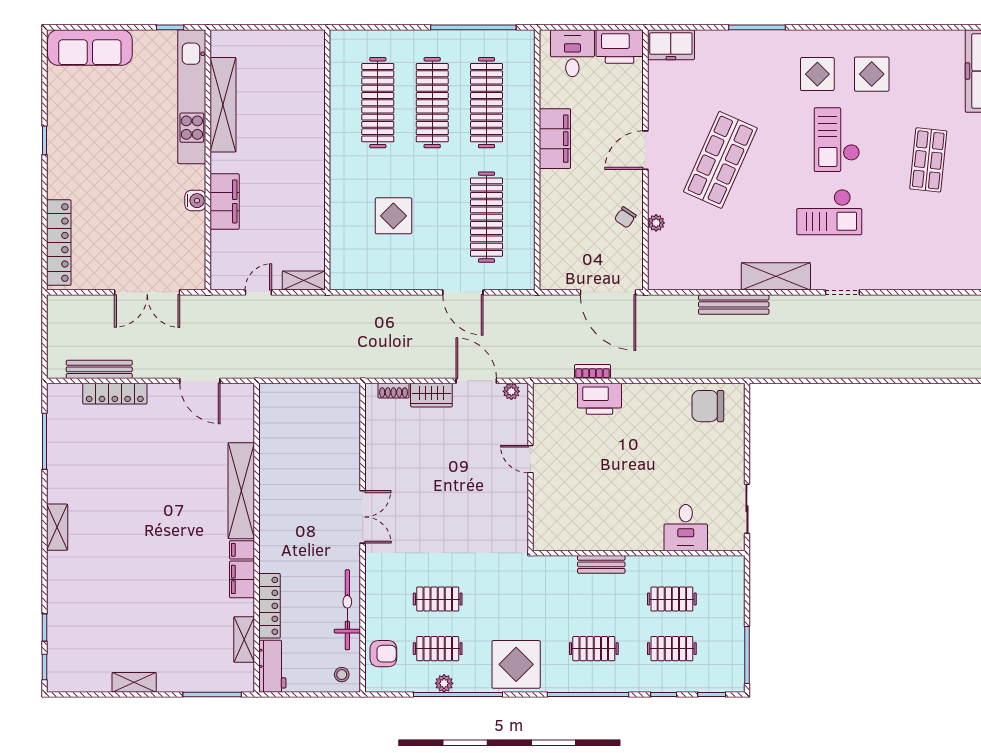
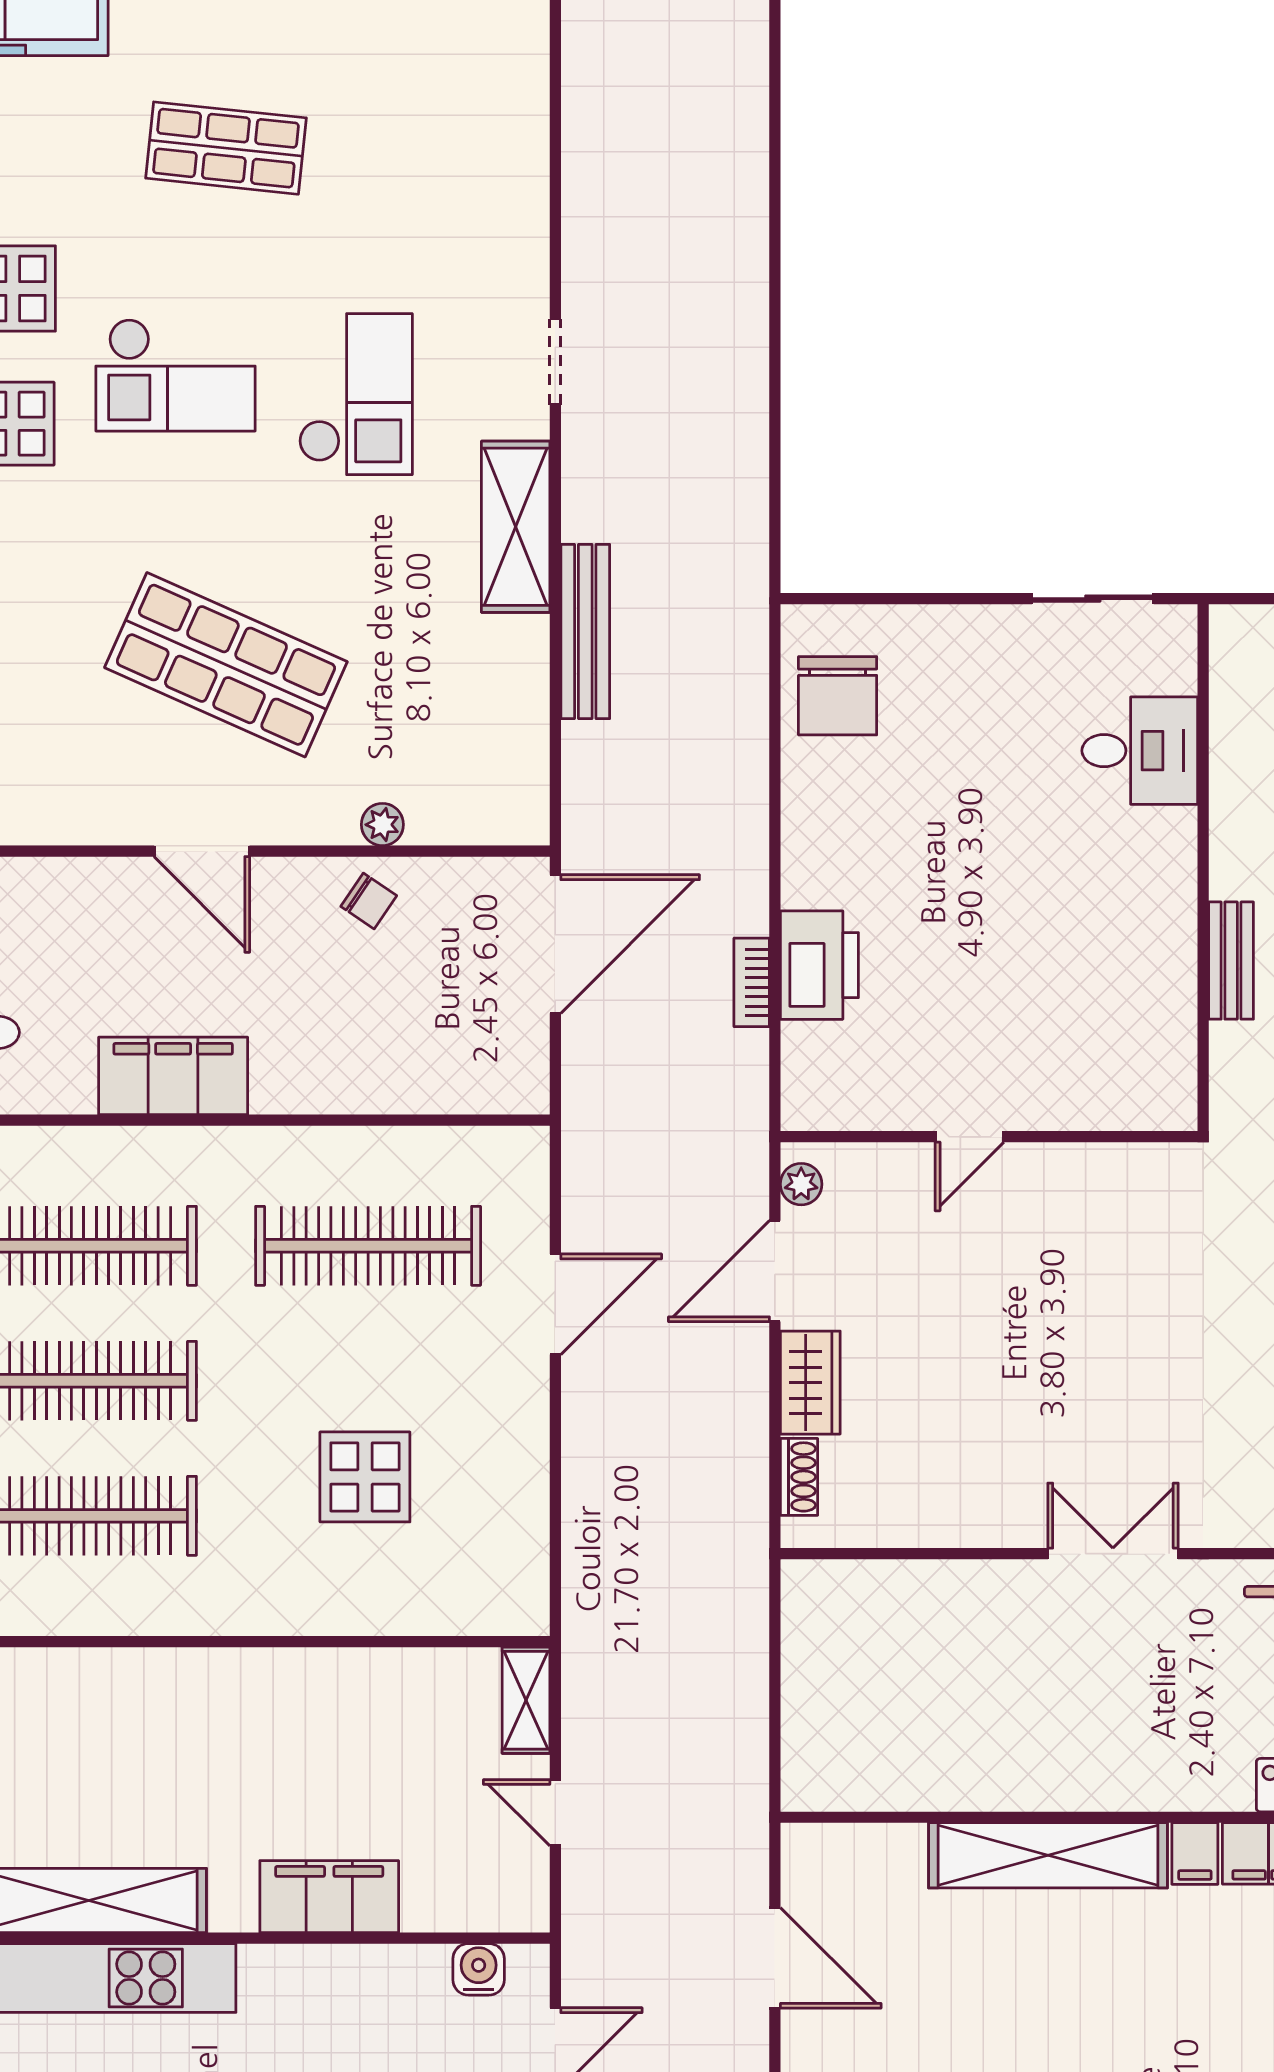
water cooler: (195, 201) -> (479, 1969), moved
door: (200, 381) -> (775, 1958), hinge flipped

